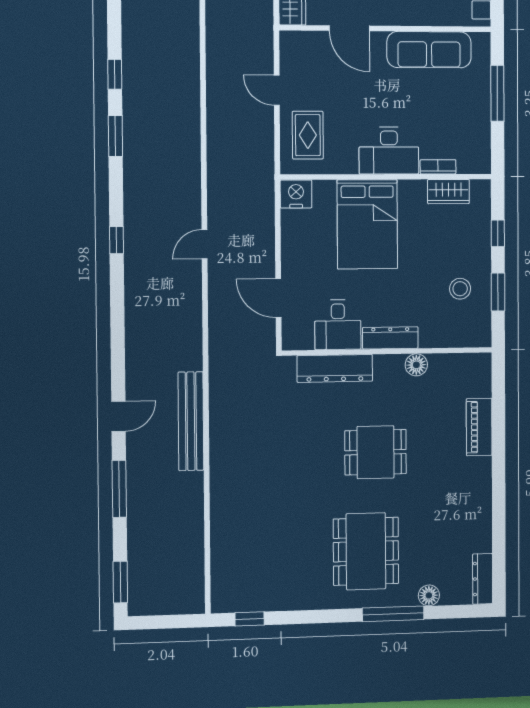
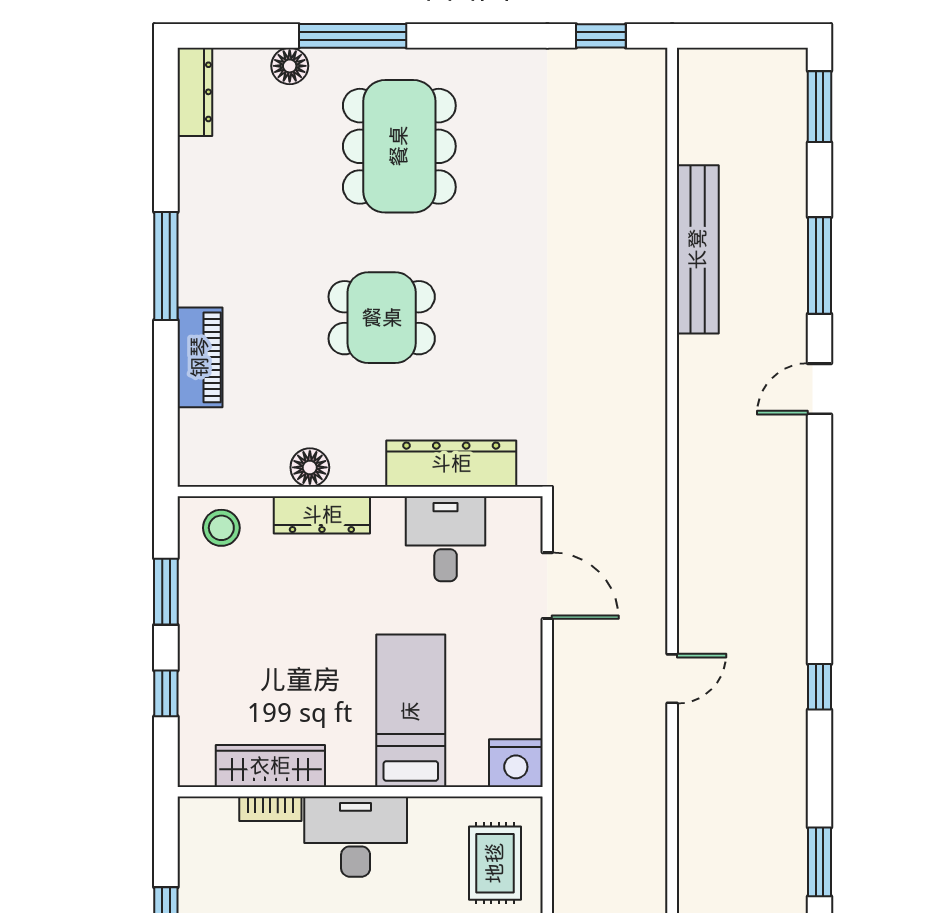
wardrobe: (448, 192) -> (270, 766), width x1.50
bed: (367, 224) -> (411, 711), width x0.67
stool: (460, 289) -> (221, 528), moved
dresser: (390, 338) -> (322, 515), moved
bench: (191, 421) -> (698, 249), moved
window: (499, 479) -> (166, 266), added

